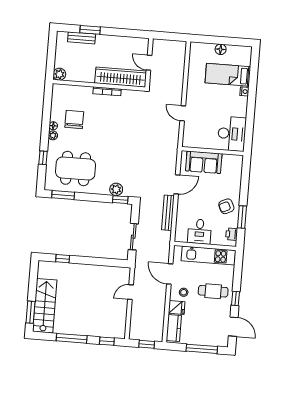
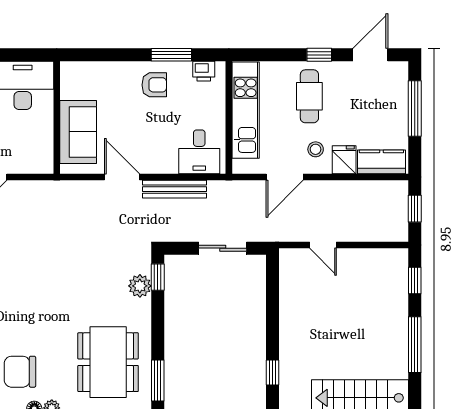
armchair: (226, 206) -> (154, 85), turned -65
desk: (200, 231) -> (199, 152), moved, turned 90

